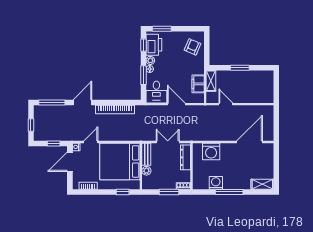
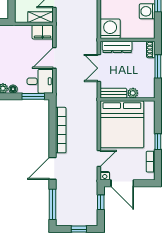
window: (144, 75) -> (33, 96), moved
shelving: (211, 81) -> (40, 17), moved
filing cabinet: (198, 84) -> (43, 32), moved
door: (82, 102) -> (52, 168), hinge flipped
door: (91, 142) -> (99, 159), swing flipped
washing machine: (211, 151) -> (110, 29), moved, turned -90
window: (123, 192) -> (158, 142), moved

